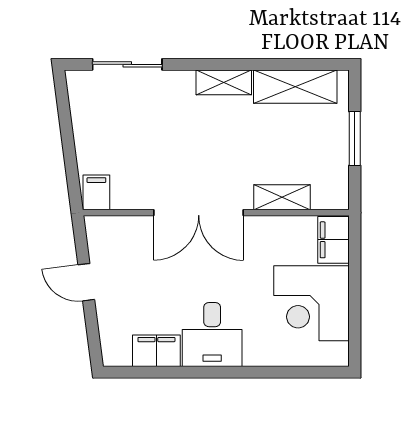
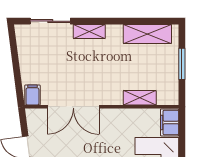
shelving: (224, 82) -> (89, 31), moved
double door: (199, 213) -> (73, 107), moved

